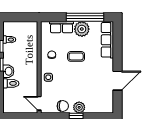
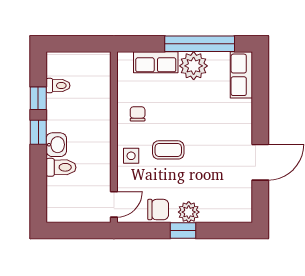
row of seats: (107, 40) -> (241, 75), width x0.68
coffee table: (76, 56) -> (168, 150), moved
door: (39, 103) -> (114, 204), swing flipped

